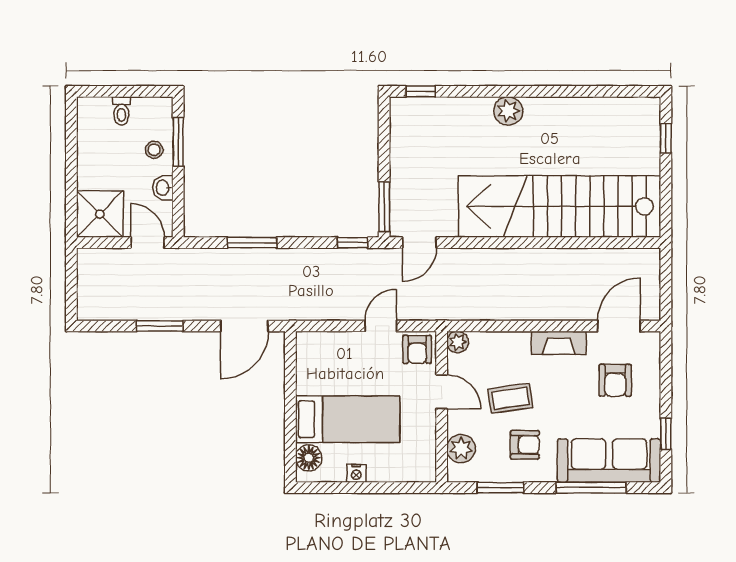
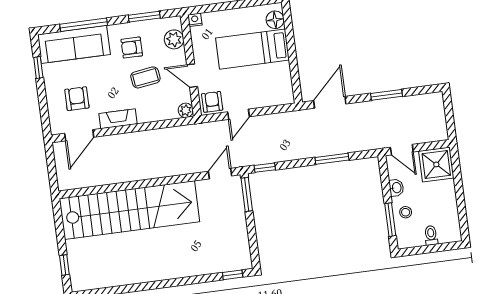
plant: (508, 111) -> (172, 269), removed
nightstand: (356, 473) -> (195, 20), moved

